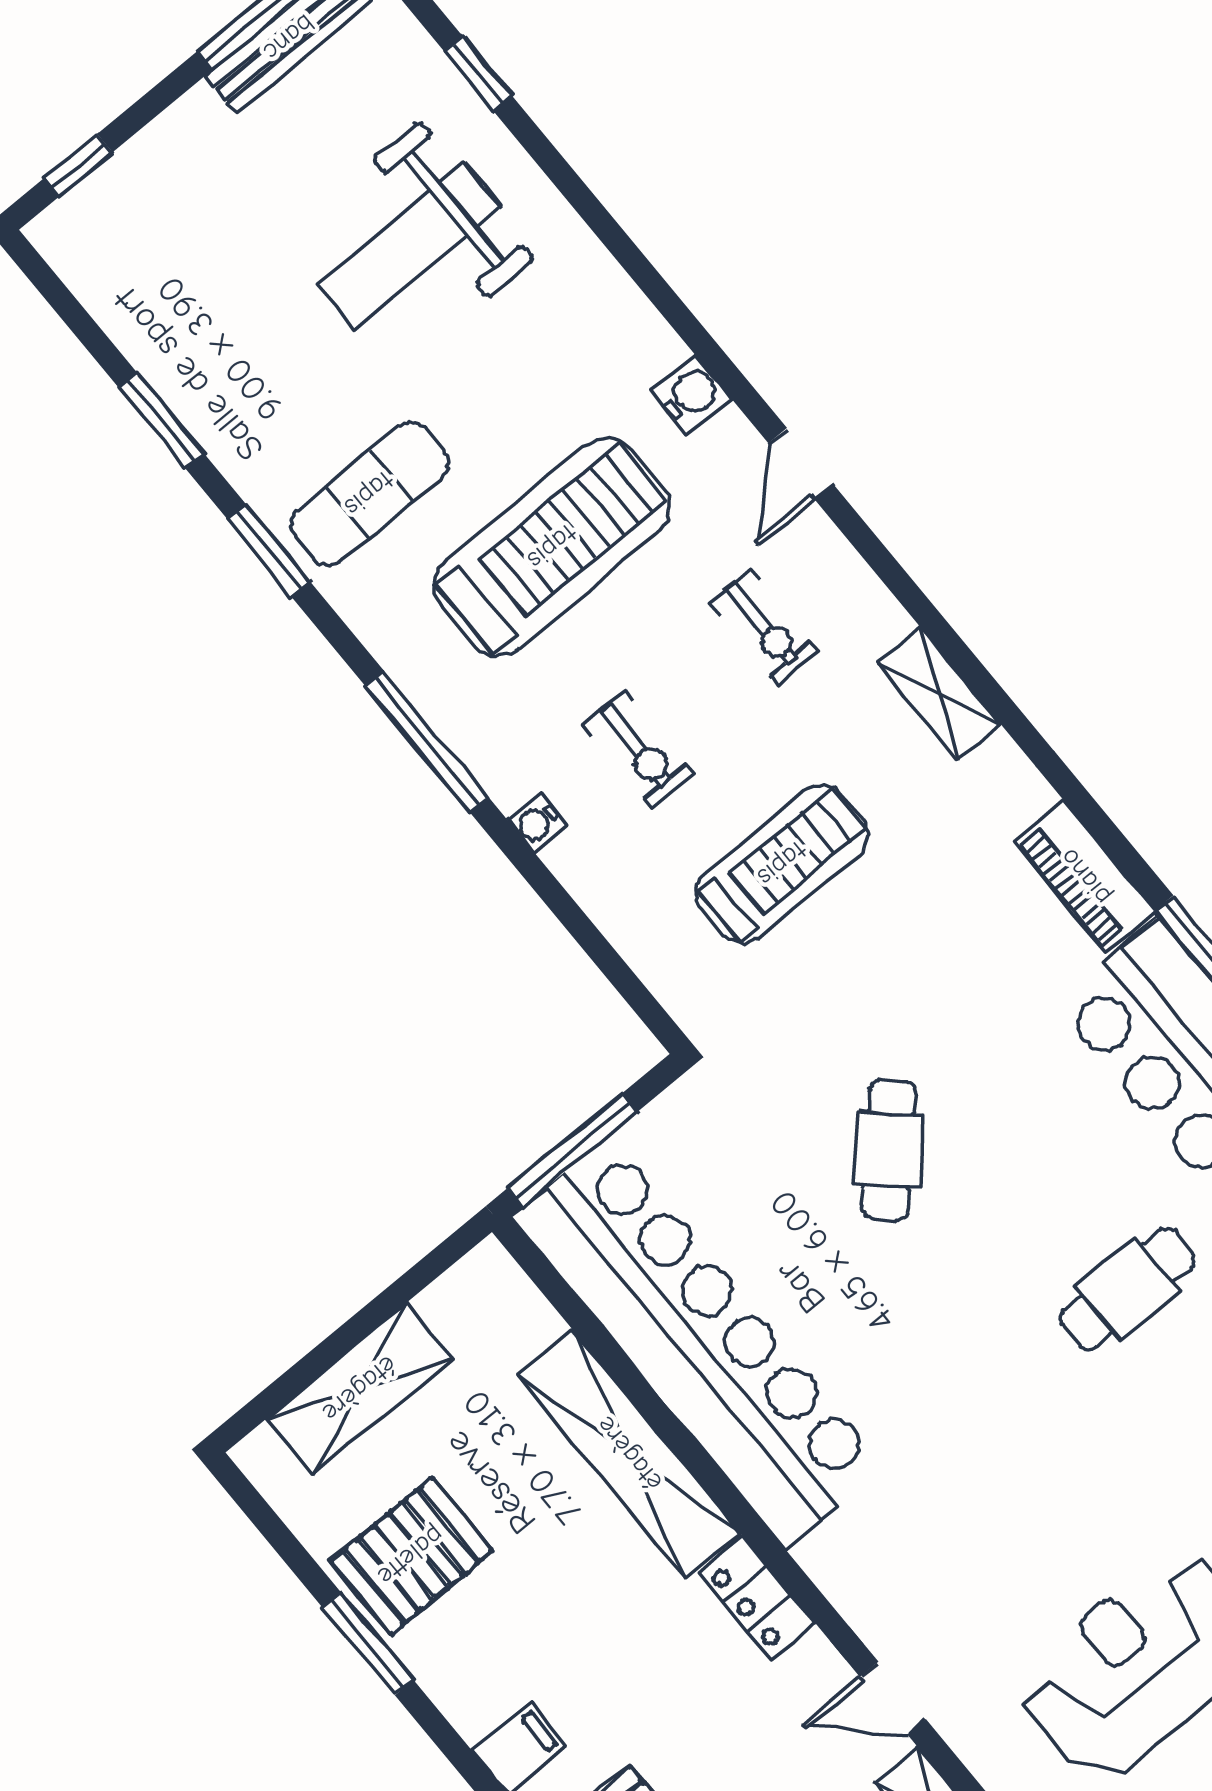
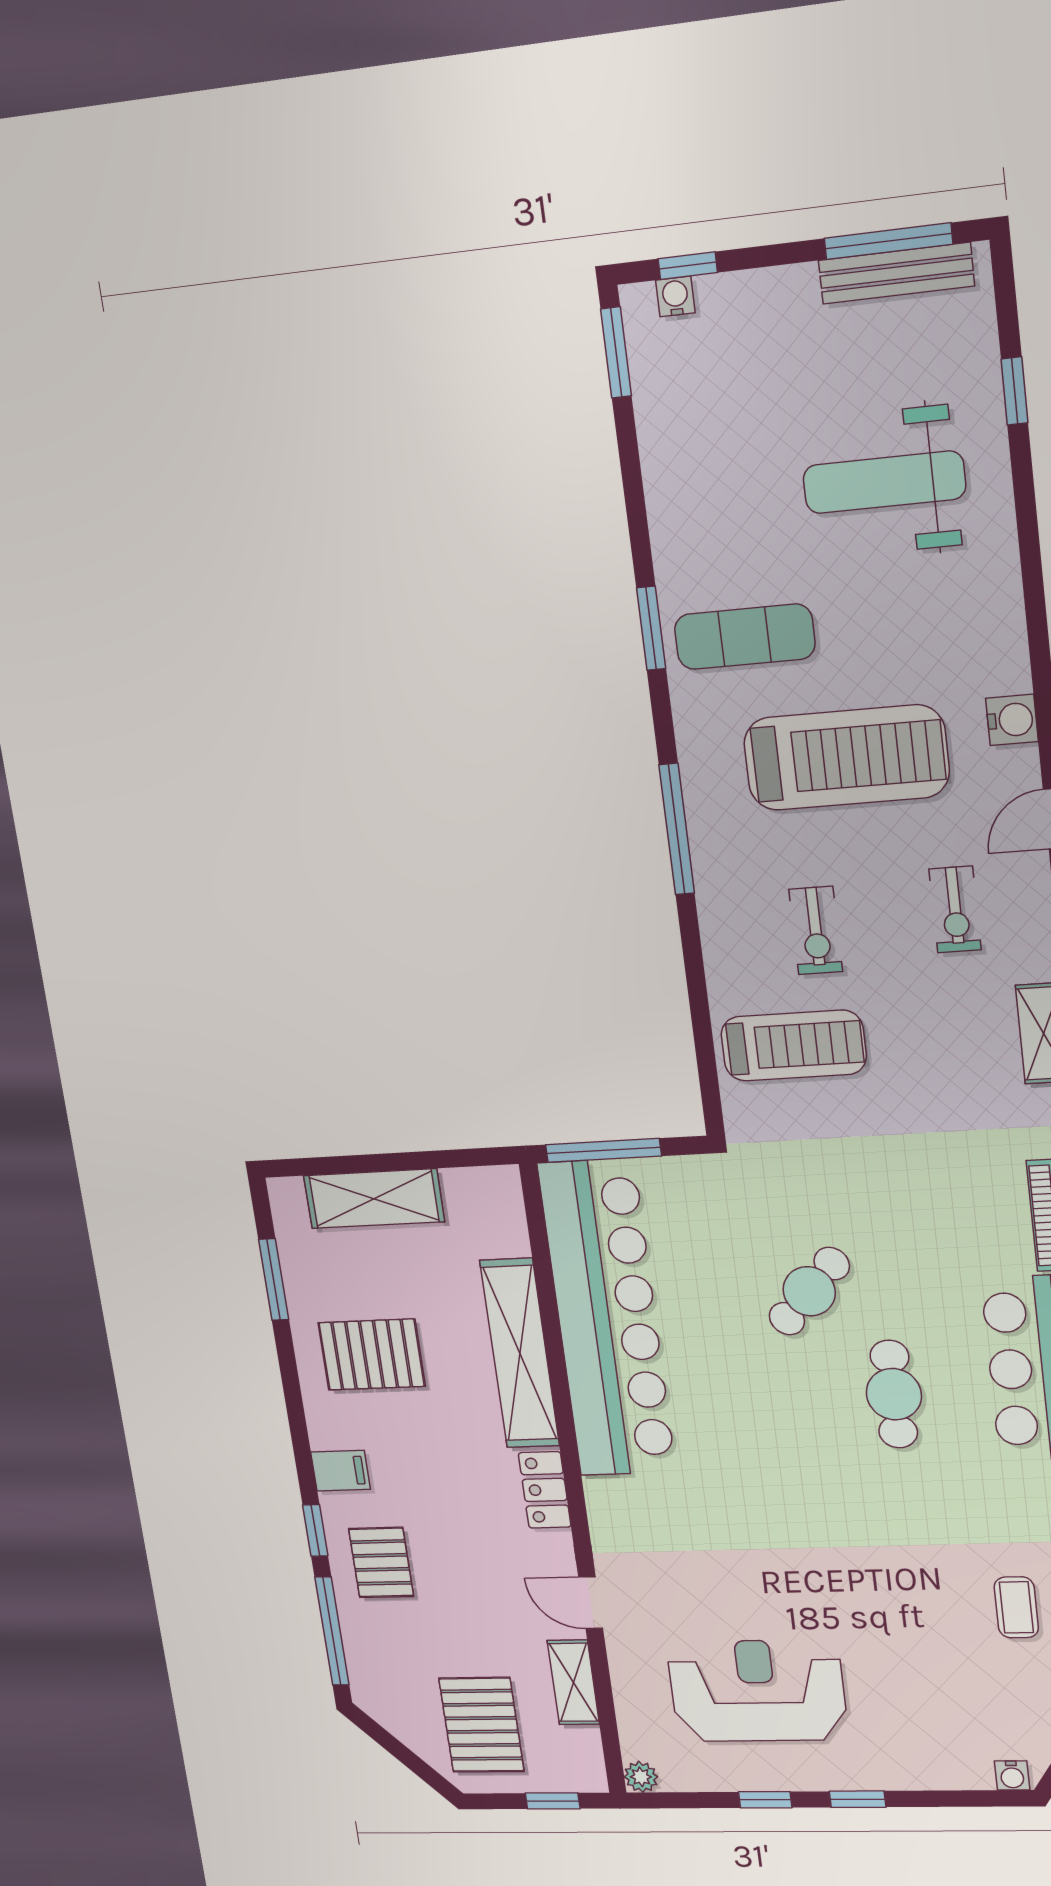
window: (161, 421) -> (616, 352), moved
water cooler: (537, 823) -> (675, 296), moved, turned 90
treadmill: (782, 864) -> (793, 1046), moved
cafe table: (1127, 1289) -> (894, 1394), moved, turned 90
pallet: (411, 1556) -> (372, 1355), moved
window: (368, 1644) -> (274, 1280), moved

